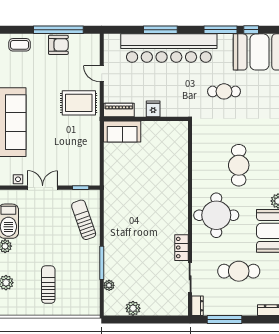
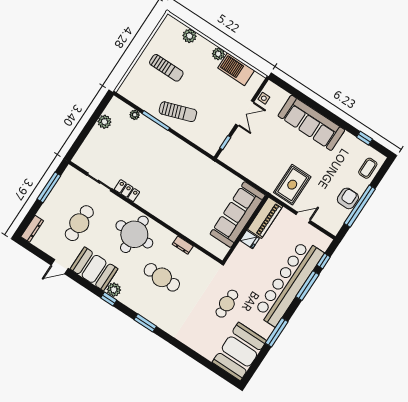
window: (251, 30) -> (324, 261), moved
armchair: (58, 45) -> (348, 198), turned 180
piano: (119, 110) -> (265, 218), width x1.37, depth x1.33
sofa: (122, 131) -> (238, 215), width x1.85, depth x1.27
sun lounger: (84, 220) -> (178, 112), moved
dresser: (198, 306) -> (183, 245), moved

